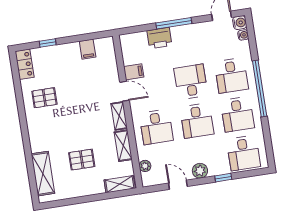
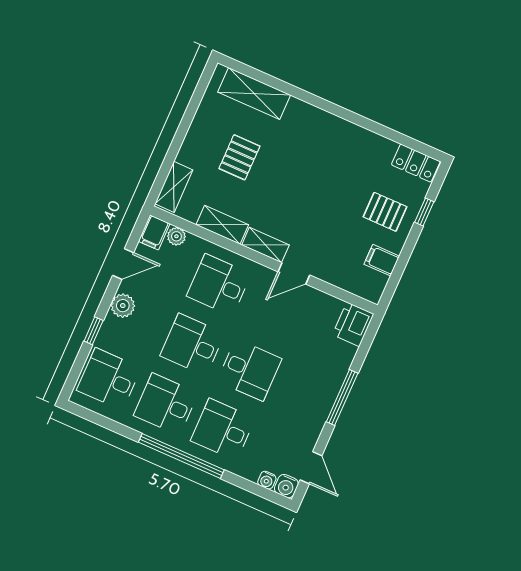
printer: (159, 38) -> (353, 324), moved
filing cabinet: (134, 72) -> (154, 232), moved
pallet: (44, 98) -> (385, 212), moved, turned 90

